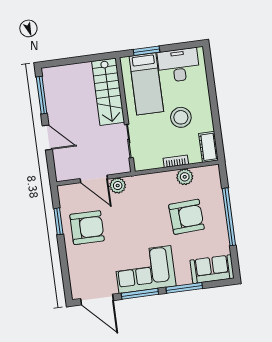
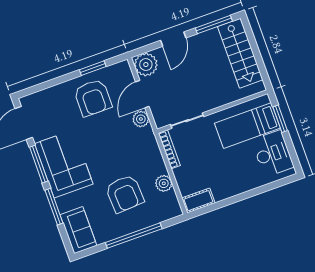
stairs: (108, 92) -> (240, 53), moved, turned -90
stool: (181, 117) -> (222, 167), removed
bookcase: (176, 161) -> (169, 149), moved, width x1.56
plant: (66, 169) -> (146, 65), added

